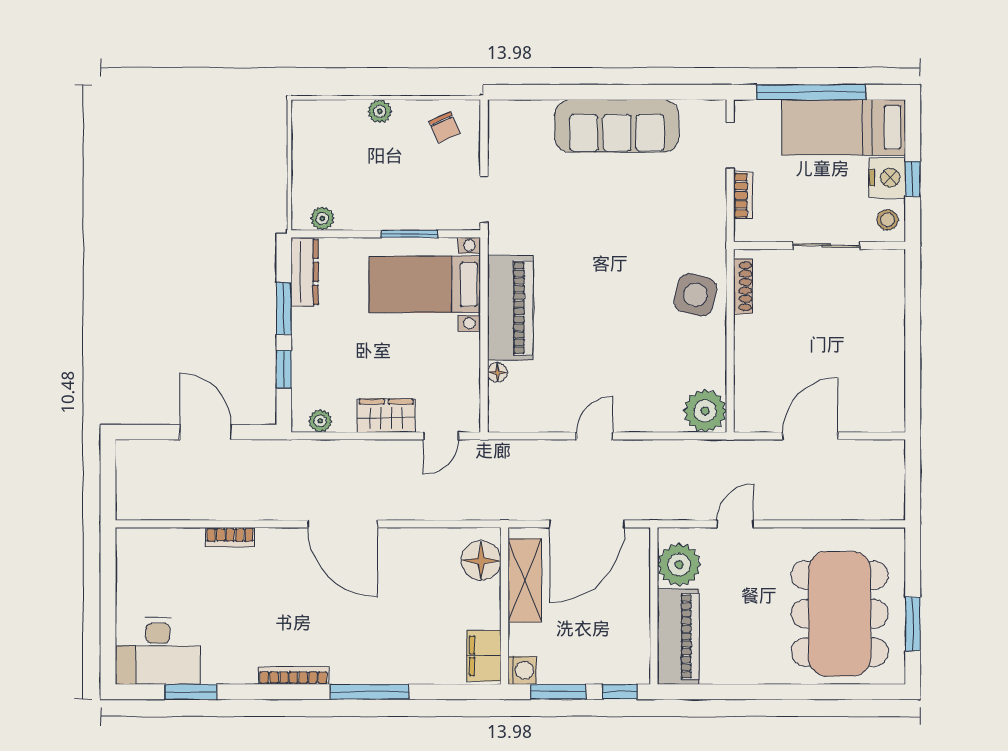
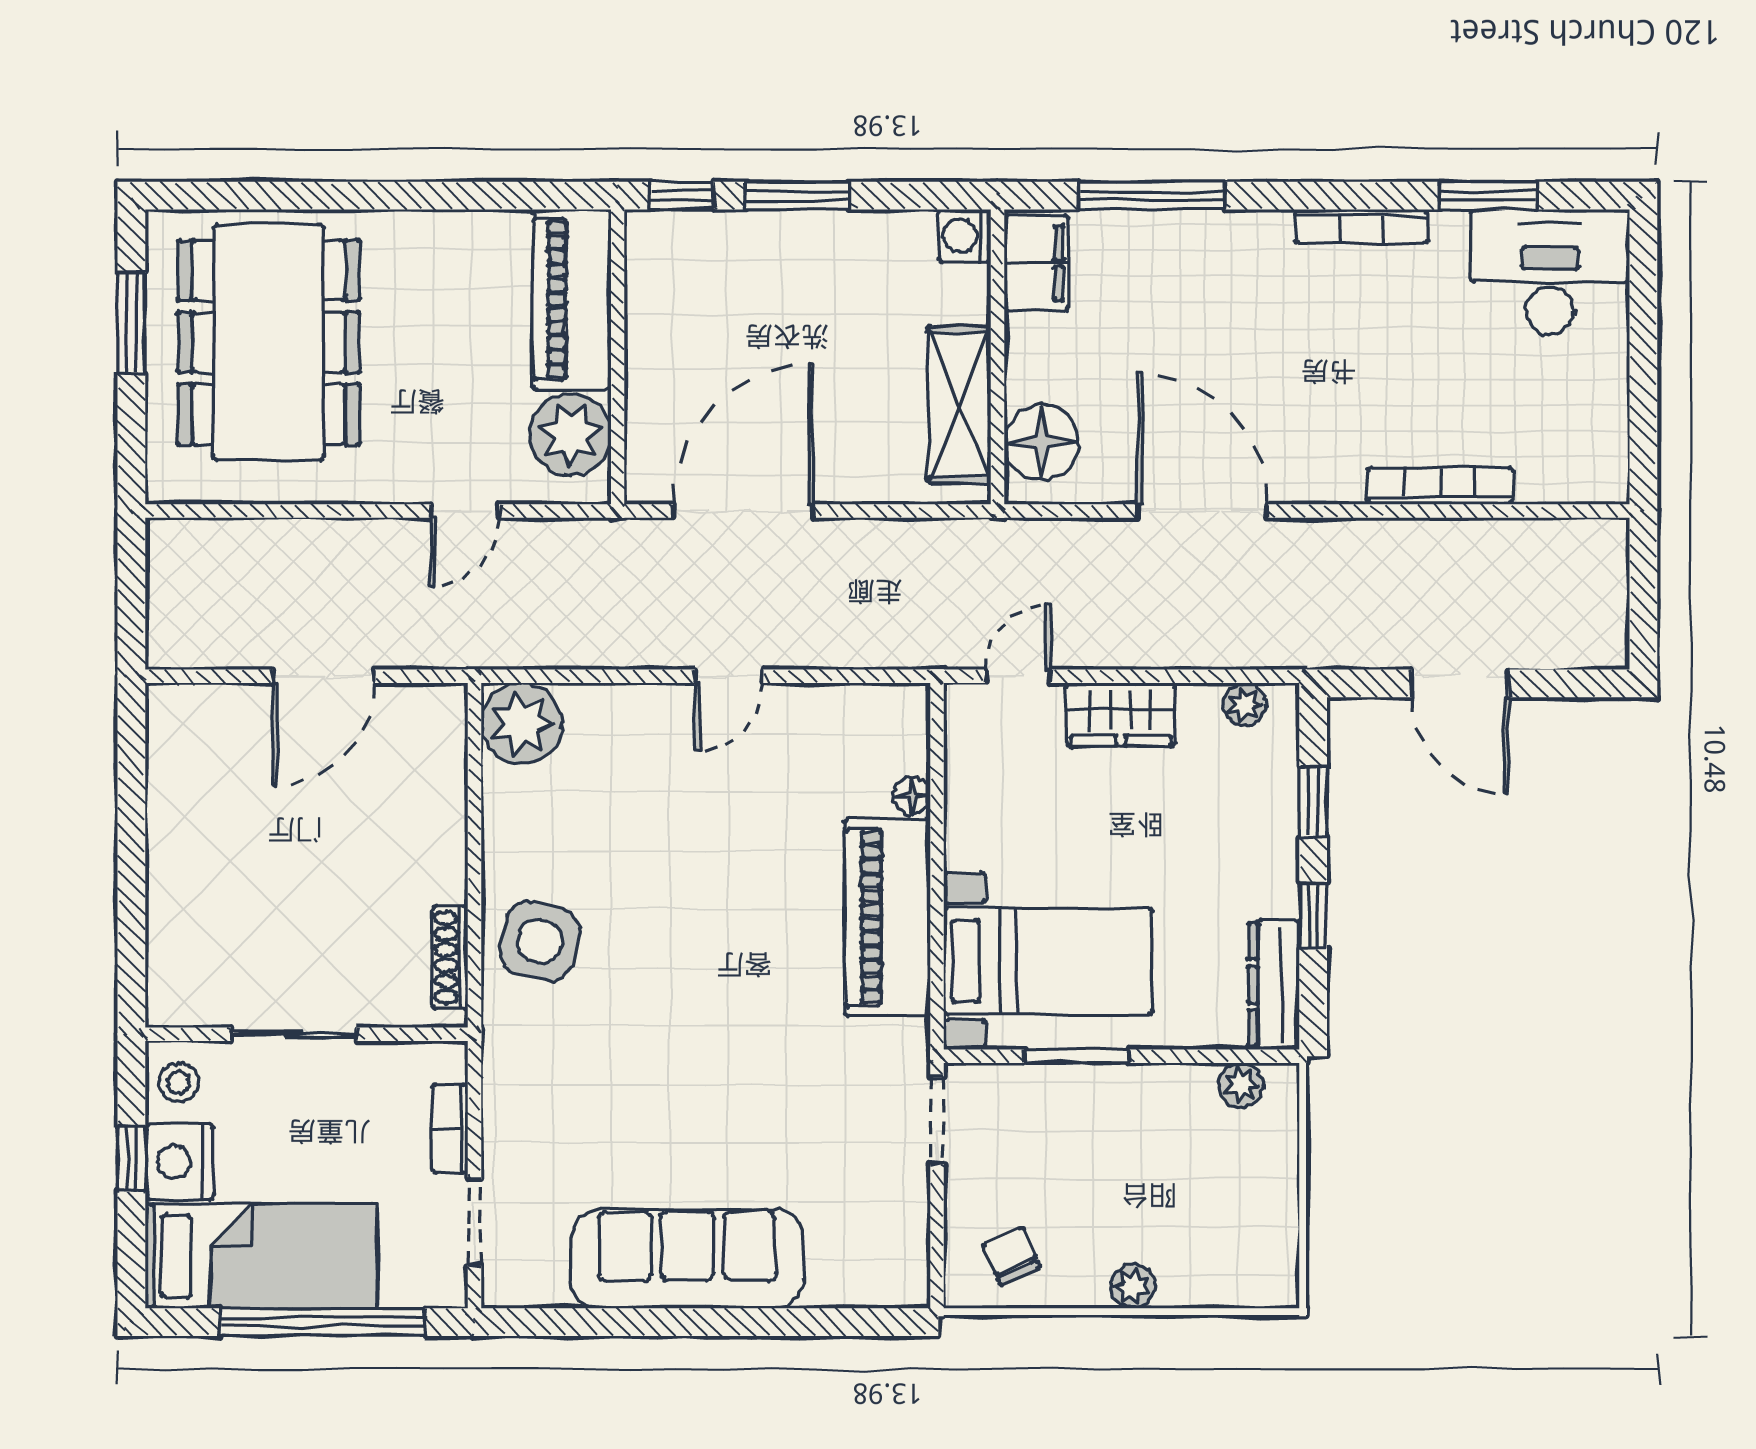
window: (284, 309) -> (1313, 916), width x0.67
bookcase: (230, 537) -> (1440, 486), width x1.56
floor lamp: (481, 561) -> (1042, 442), moved
shelving: (525, 581) -> (960, 405), moved
wall: (505, 606) -> (998, 357), moved
filing cabinet: (484, 656) -> (1036, 263), moved
washing machine: (522, 670) -> (965, 236), moved
bookcase: (293, 675) -> (1361, 226), moved

